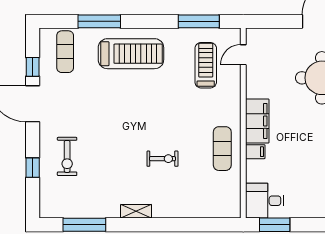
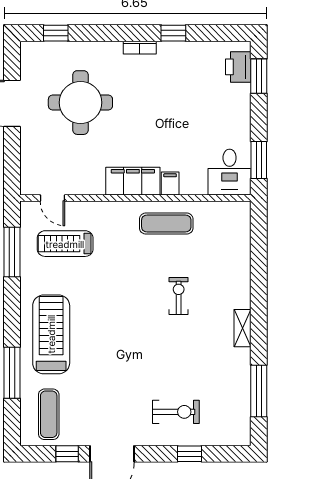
exercise mat: (65, 52) -> (49, 414), turned 90

